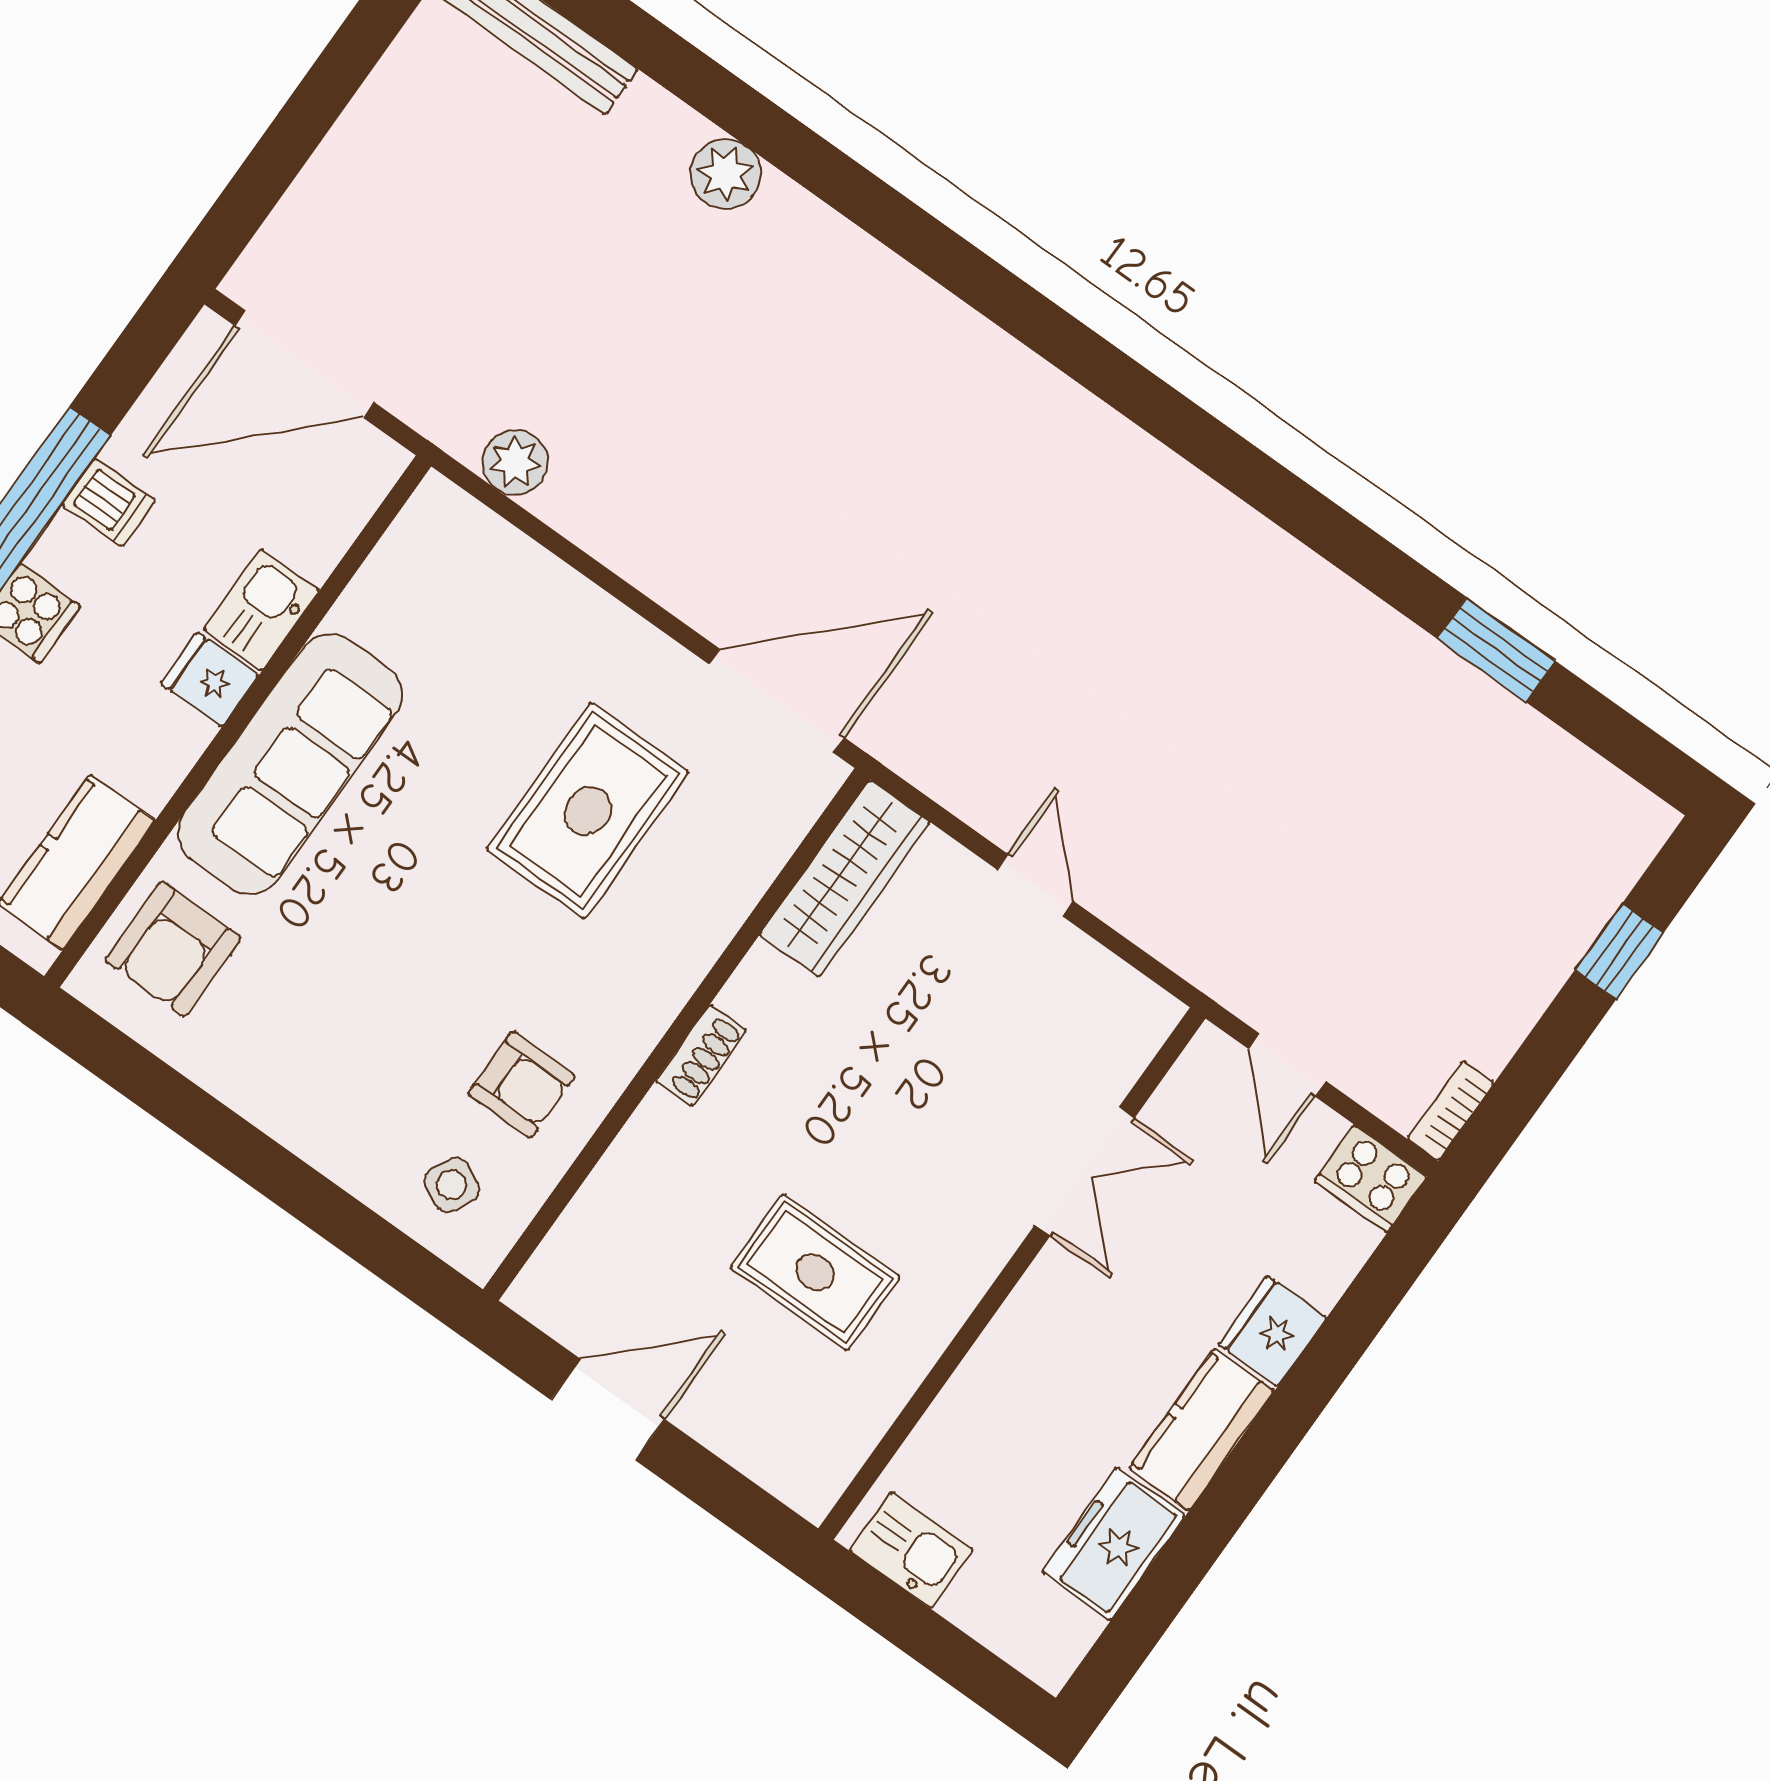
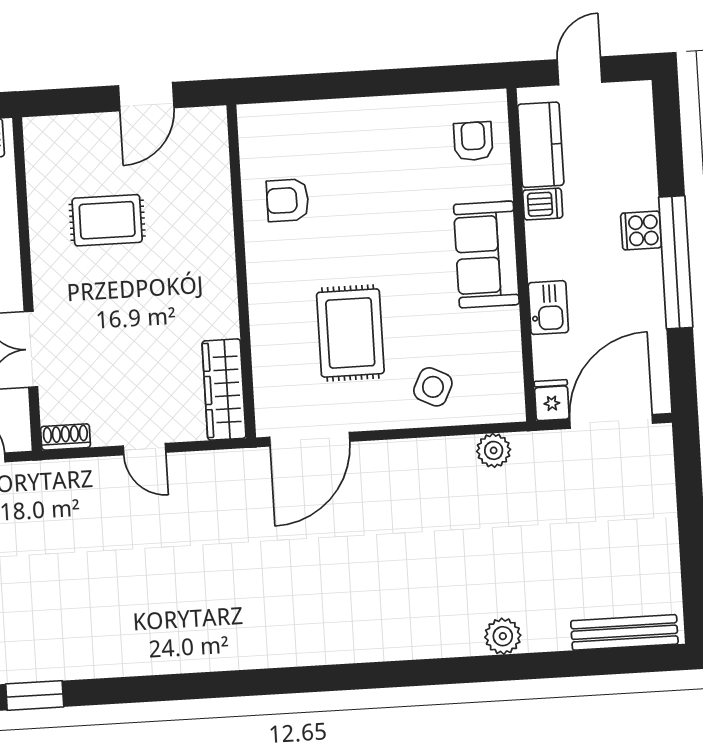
dishwasher: (109, 503) -> (543, 204), moved, turned 180
fridge: (210, 679) -> (552, 400), moved, turned -90
sofa: (290, 764) -> (486, 254), width x0.73
armchair: (173, 949) -> (473, 141), width x0.72, depth x0.72
shoe rack: (701, 1055) -> (66, 437), moved, turned 90
side table: (452, 1185) -> (433, 387), moved, width x1.37, depth x1.37

